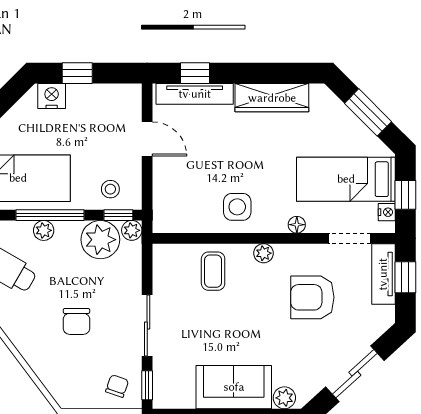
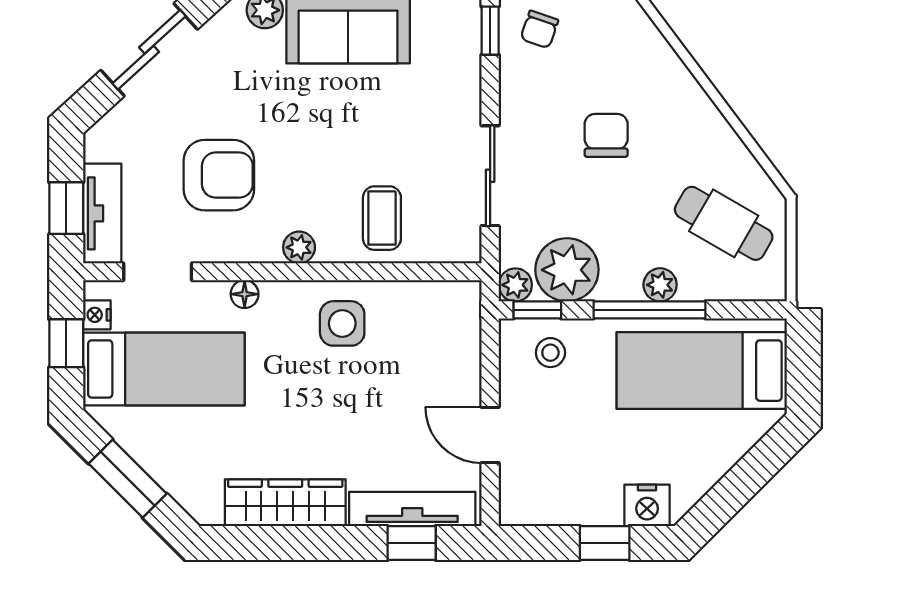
sliding door: (147, 325) -> (490, 176), moved

